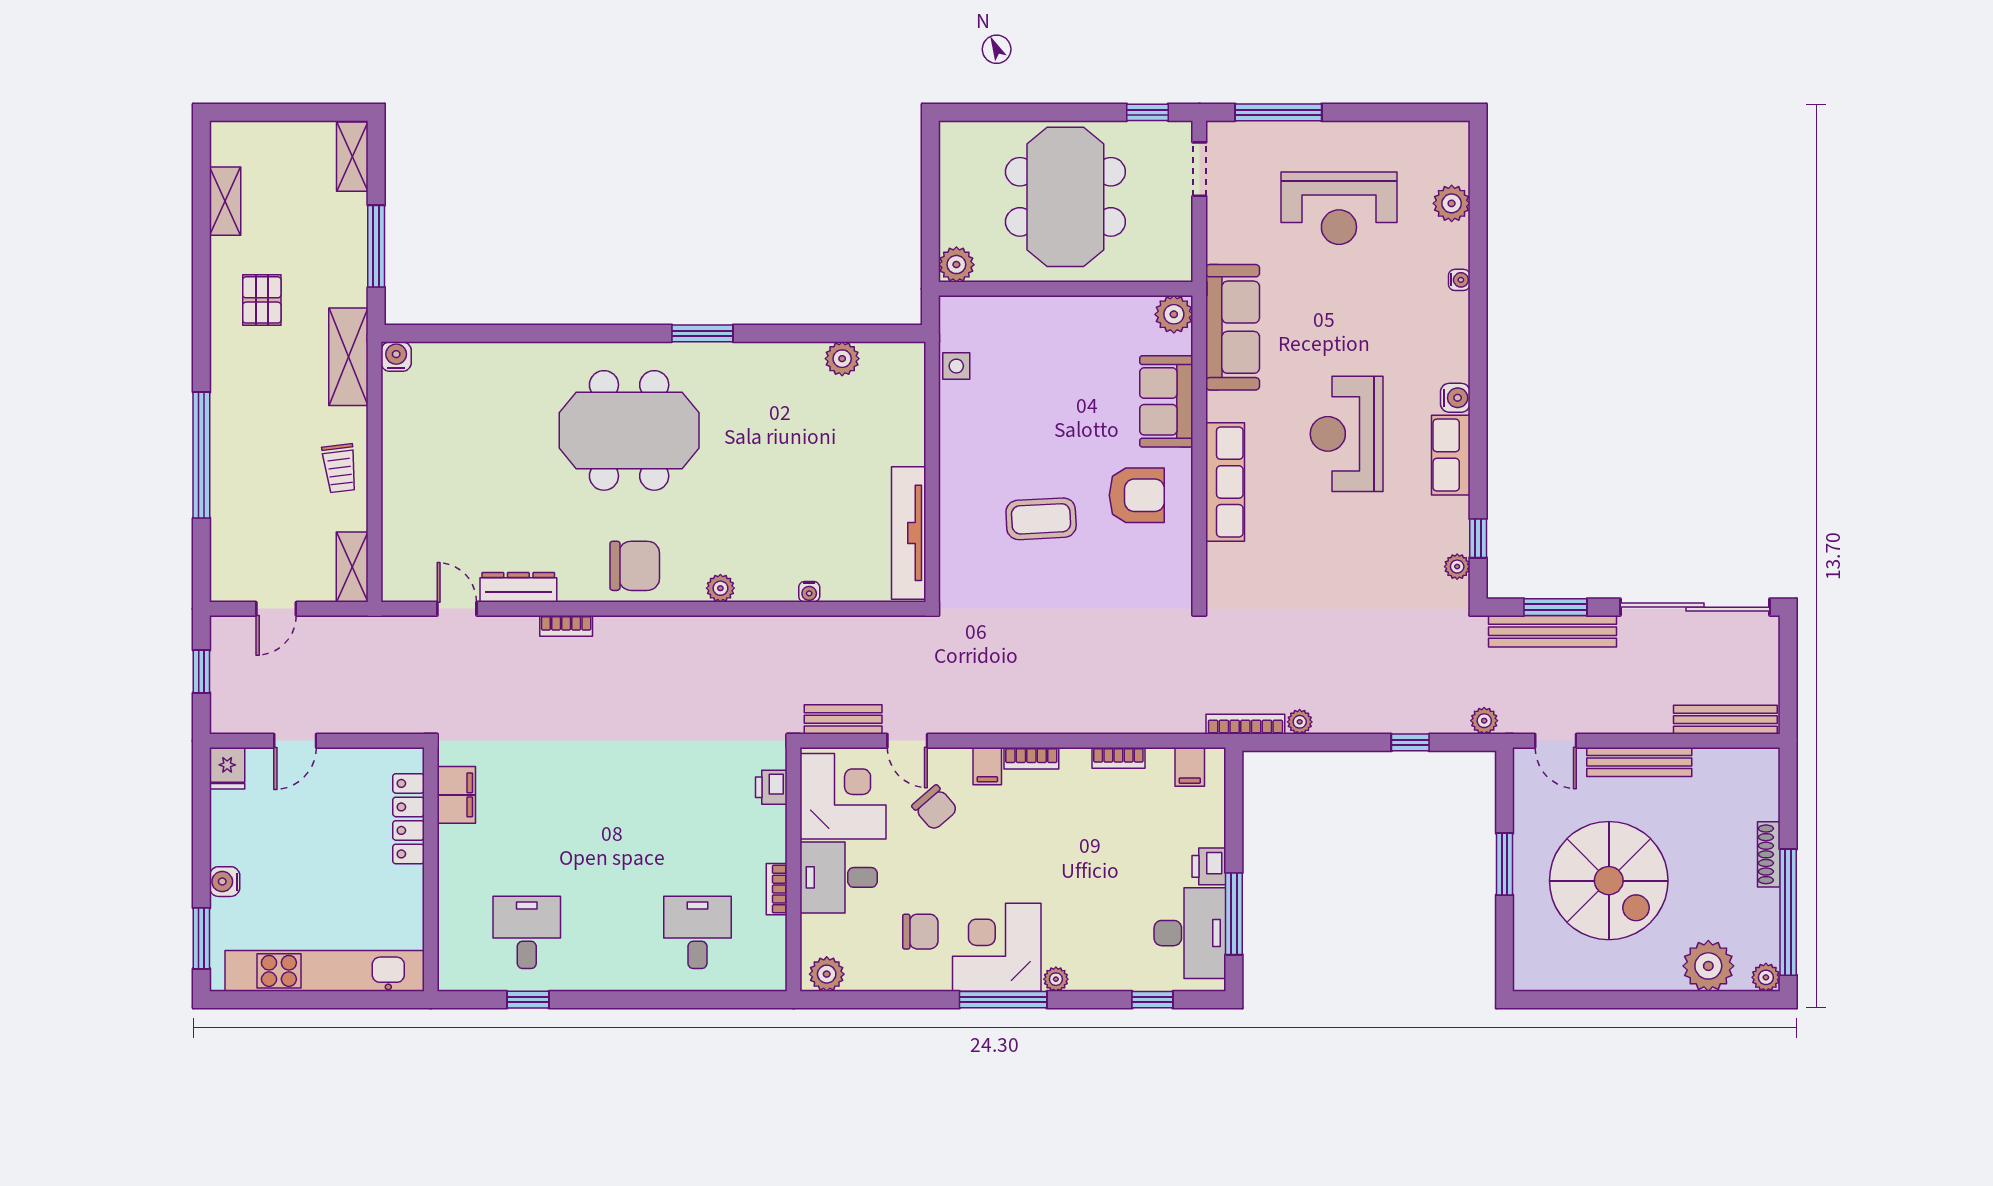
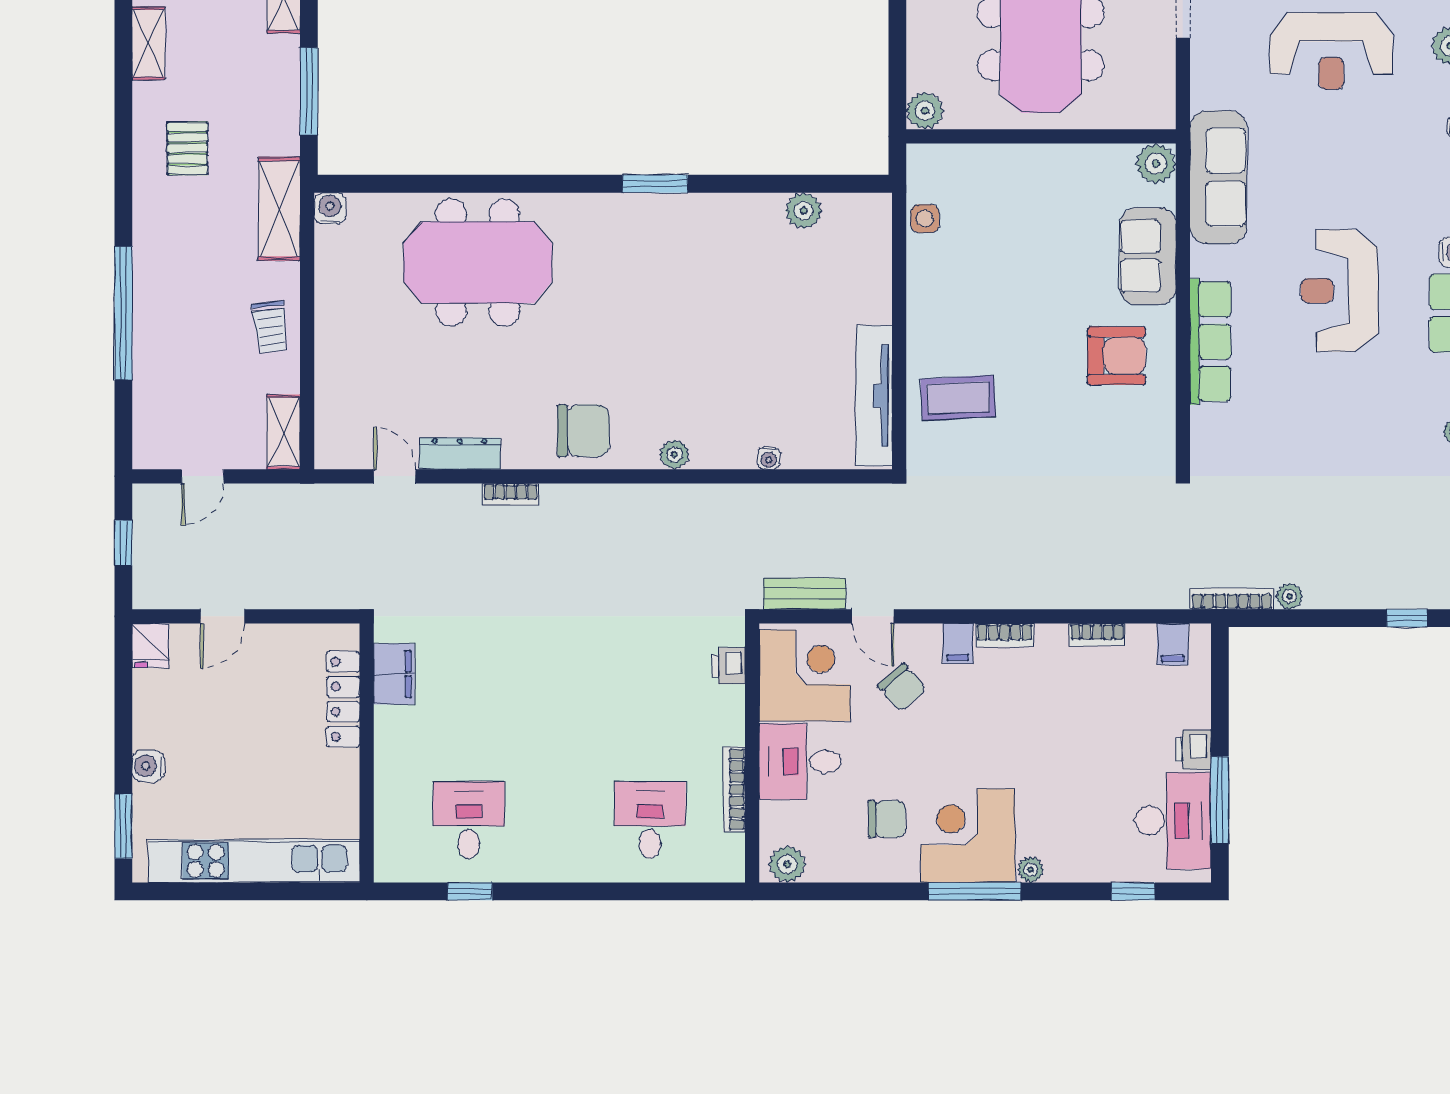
meeting table: (629, 430) -> (478, 262), moved
coffee table: (1041, 519) -> (958, 398), moved
bookcase: (777, 889) -> (734, 789), width x1.56

